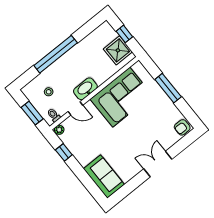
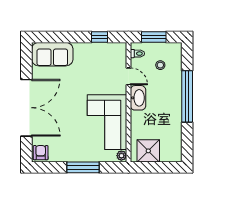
window: (124, 34) -> (158, 167), removed
door: (75, 108) -> (128, 76), swing flipped
plant: (59, 130) -> (121, 156), moved
double door: (158, 164) -> (26, 108), width x1.87

